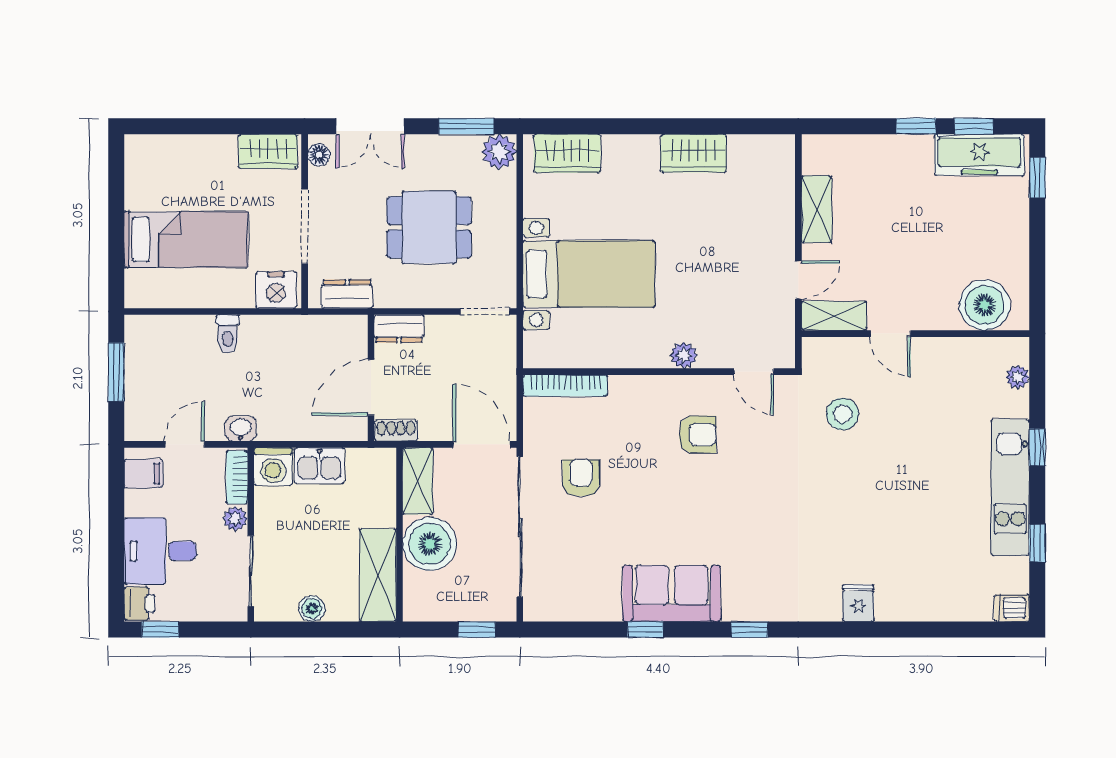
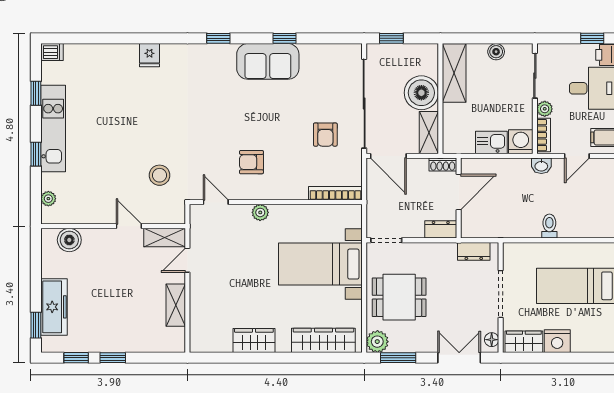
wardrobe: (567, 154) -> (323, 340), width x1.50
freezer: (979, 155) -> (54, 307), moved, turned 90
dining table: (429, 227) -> (399, 297), moved
nightstand: (276, 290) -> (557, 341), moved, turned 180
boiler: (985, 305) -> (69, 240), width x0.73, depth x0.73

